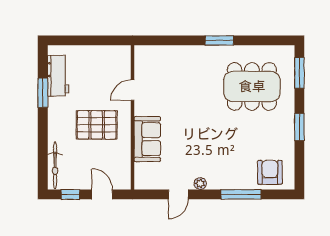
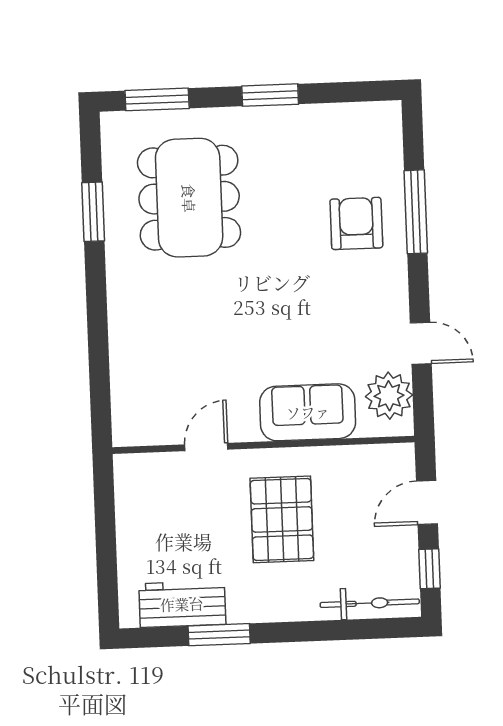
window: (219, 40) -> (93, 212), moved
door: (133, 90) -> (206, 447), swing flipped
armchair: (270, 172) -> (356, 223), moved, turned 90
plant: (200, 184) -> (389, 396), moved, width x1.88, depth x1.88

